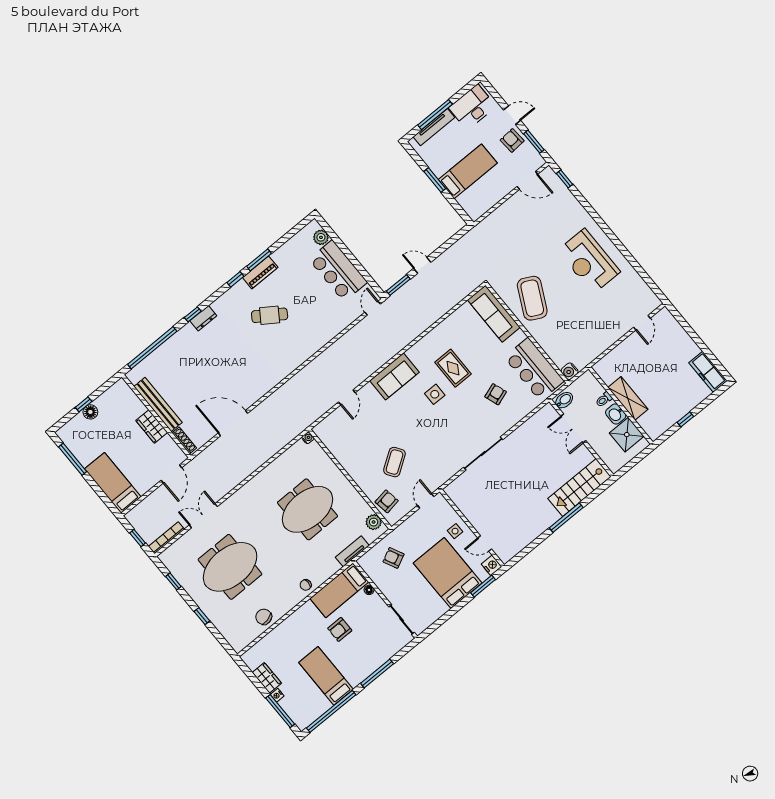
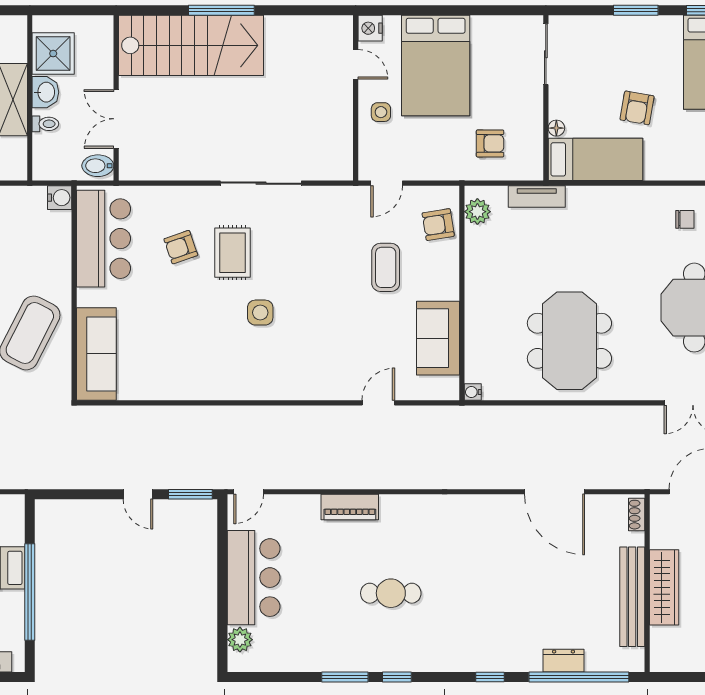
window: (435, 180) -> (30, 592), width x2.11
piano: (260, 272) -> (350, 507), moved, turned 180
cafe table: (270, 315) -> (391, 593), turned -34
dresser: (203, 318) -> (563, 661), moved
rug: (453, 368) -> (232, 253), moved
sofa: (394, 377) -> (438, 338), moved, turned -90
wardrobe: (152, 426) -> (664, 587), width x1.50
double door: (573, 428) -> (116, 119), swing flipped
shoe rack: (184, 440) -> (637, 515), width x0.70
coffee table: (394, 462) -> (386, 267), turned -56
stairs: (579, 488) -> (191, 45), width x1.36, depth x1.51
meeting table: (307, 509) -> (569, 341), moved, turned 90
armchair: (393, 558) -> (490, 143), turned -64
chair: (306, 585) -> (685, 219), moved
window: (483, 586) -> (404, 10), removed
armchair: (340, 629) -> (637, 108), turned 100
window: (377, 673) -> (636, 10), width x0.69

